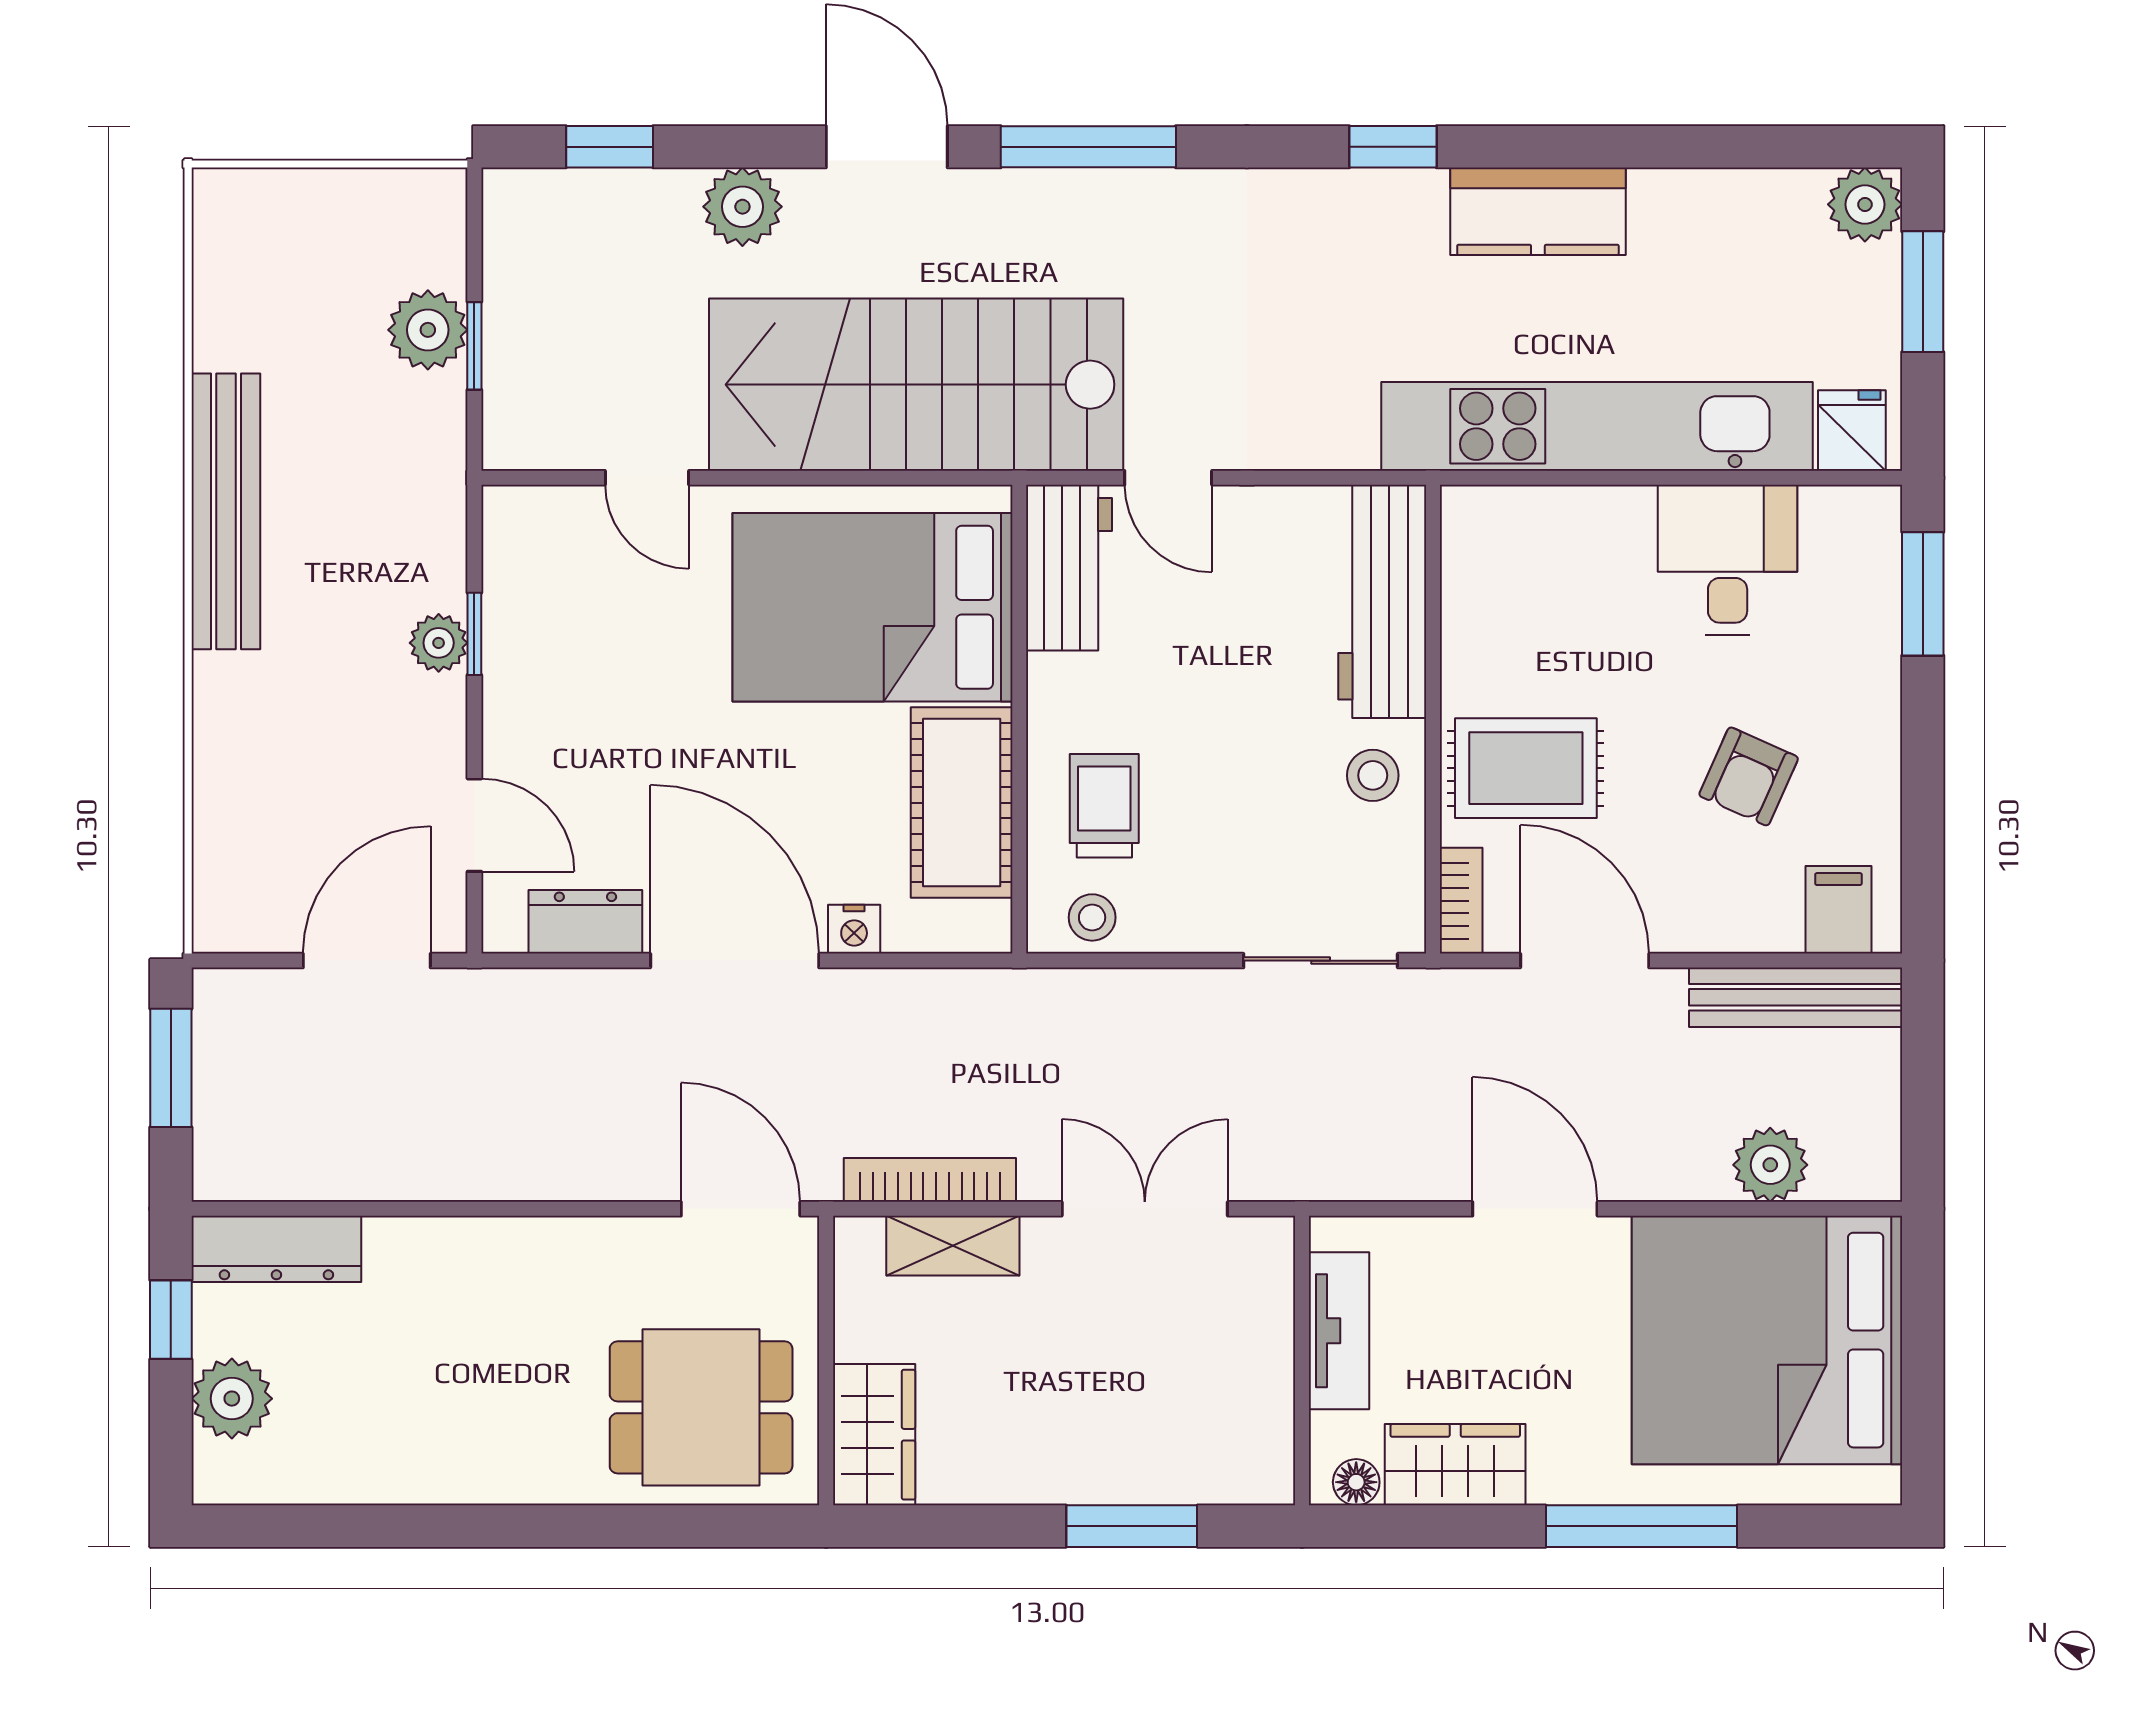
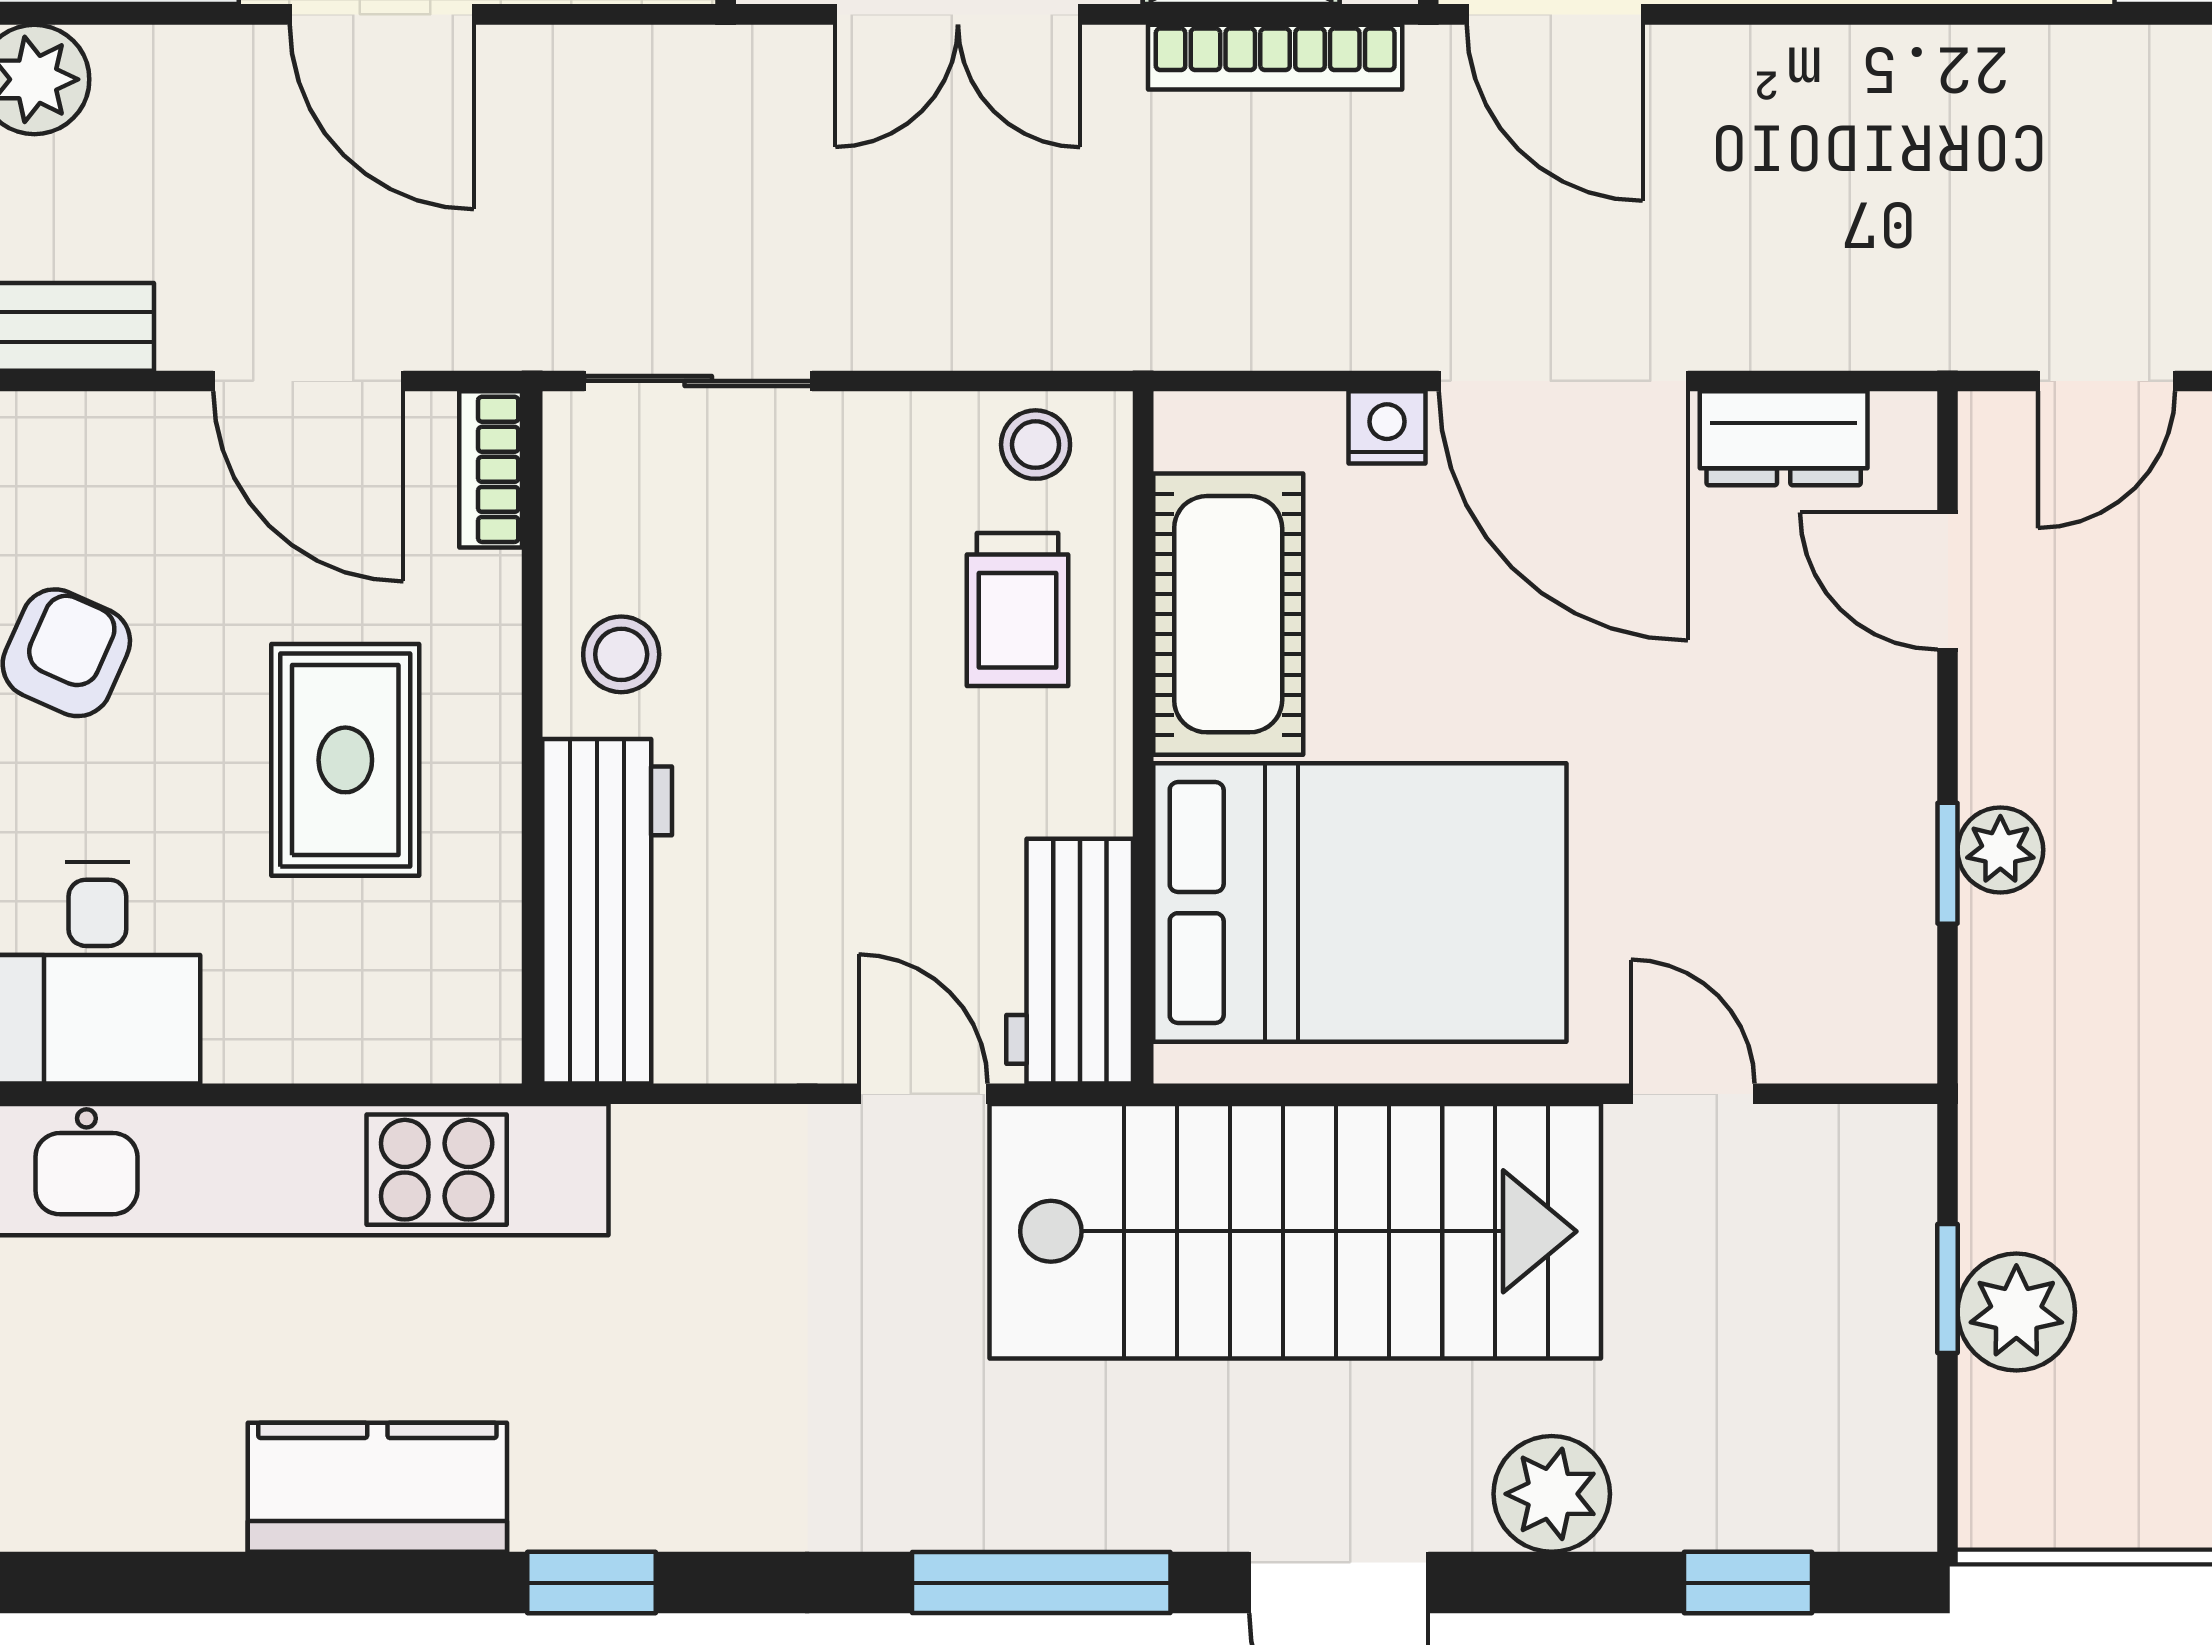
rug: (1526, 768) -> (345, 760), moved, turned 90
door: (367, 961) -> (2106, 381), width x0.73

